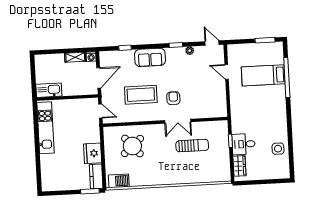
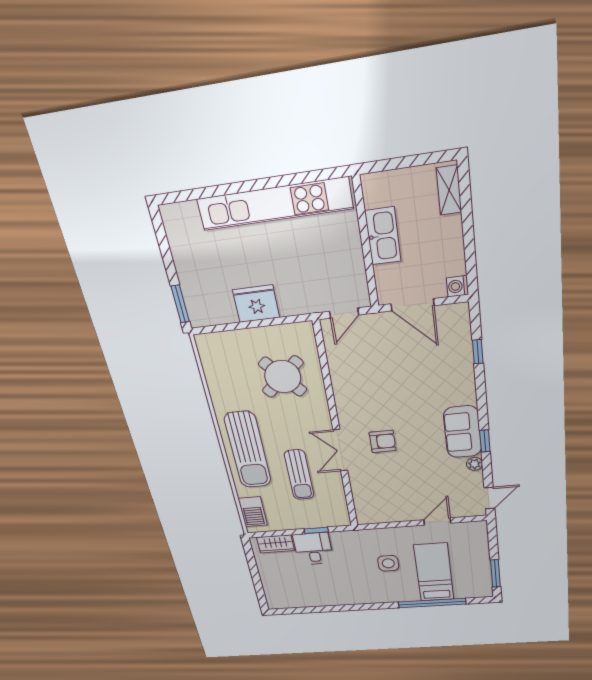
shelving: (75, 57) -> (449, 190), moved
sofa: (150, 57) -> (463, 432), moved
kitchen sink: (49, 90) -> (383, 236), moved
coffee table: (141, 95) -> (384, 386), removed
kitchen unit: (46, 128) -> (275, 204), width x1.36
side table: (278, 149) -> (388, 563), moved
sun lounger: (175, 172) -> (248, 450), added
kitchen counter: (96, 176) -> (212, 314), removed
barbecue: (119, 181) -> (253, 512), moved

